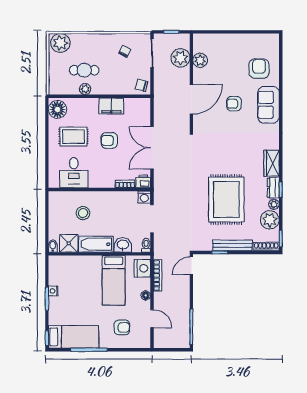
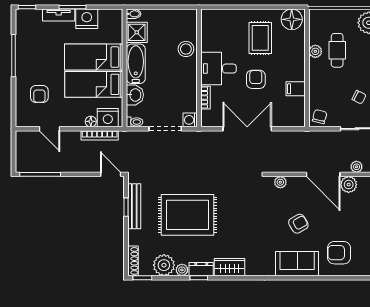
plant: (180, 58) -> (356, 167), width x0.53, depth x0.53
armchair: (259, 69) -> (339, 253), turned 180
door: (191, 99) -> (323, 174), moved
armchair: (234, 104) -> (298, 224), turned 60
filing cabinet: (111, 106) -> (296, 89), width x0.50
plant: (198, 119) -> (280, 182), added
desk: (74, 173) -> (218, 69), moved
printer: (143, 181) -> (208, 119), removed
stool: (83, 213) -> (186, 49), moved
bench: (233, 245) -> (134, 206), moved
nightstand: (53, 291) -> (87, 19), width x1.89, depth x1.79
floor lamp: (146, 295) -> (91, 121), moved
tv unit: (54, 311) -> (59, 15), added
door: (152, 319) -> (49, 129), hinge flipped
bed: (74, 337) -> (94, 57), moved, turned 90

